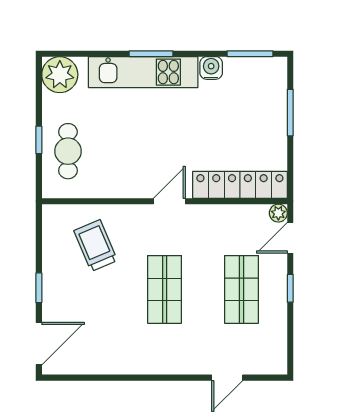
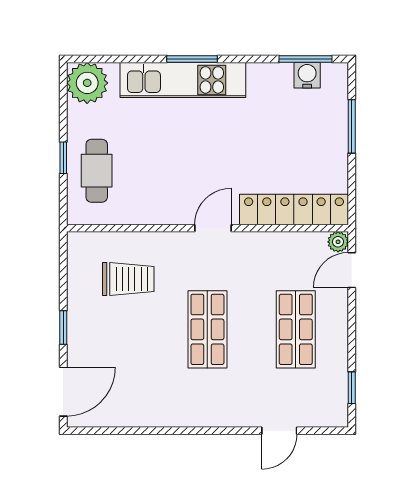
water cooler: (211, 68) -> (307, 75), moved
trolley: (96, 246) -> (128, 279), turned 113
window: (290, 288) -> (352, 388), moved

